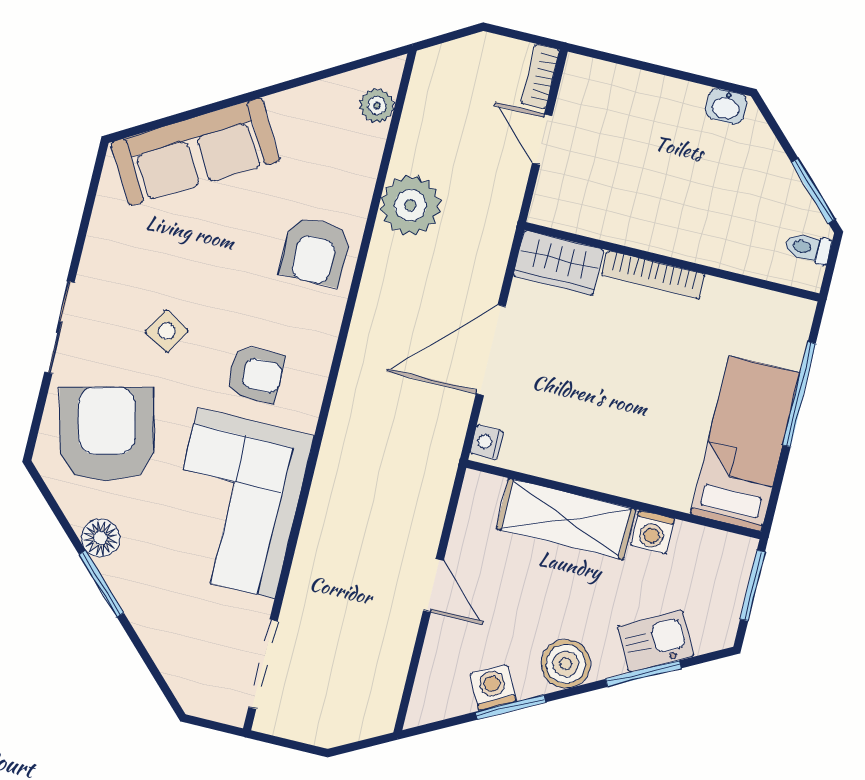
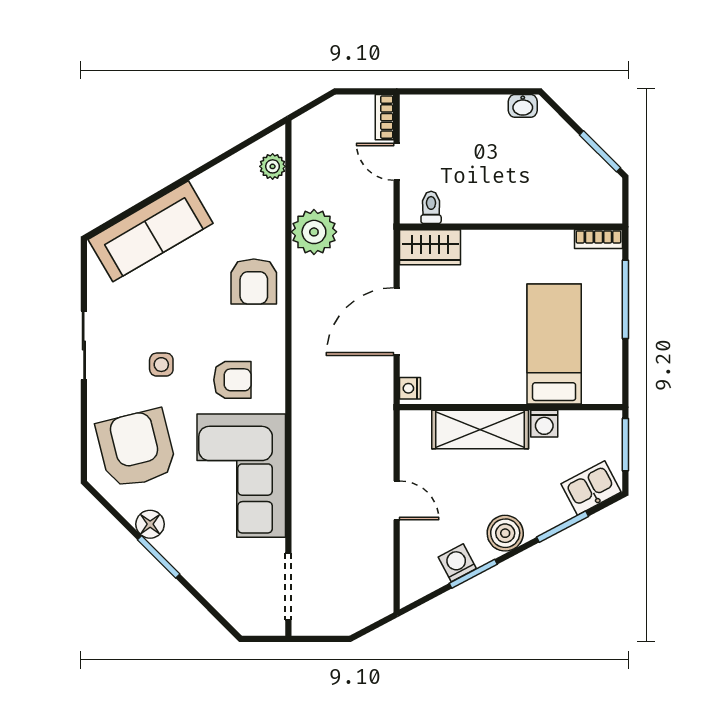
toilet: (808, 248) -> (431, 207), moved, turned 90
bookcase: (653, 275) -> (598, 239), moved, width x0.64
sliding door: (59, 327) -> (84, 345), moved
side table: (167, 331) -> (161, 365), turned -30
bed: (745, 443) -> (554, 344), moved
kitchen sink: (656, 641) -> (591, 488), moved

